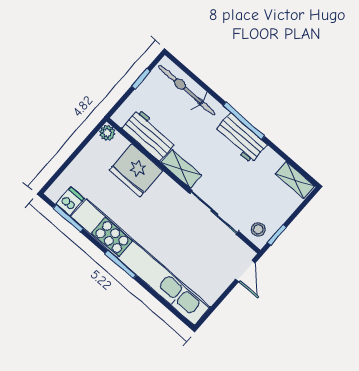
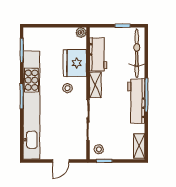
workbench: (241, 138) -> (136, 101), width x1.38
dishwasher: (70, 201) -> (31, 44), removed
stool: (157, 204) -> (68, 88), added
door: (245, 271) -> (61, 161), moved

